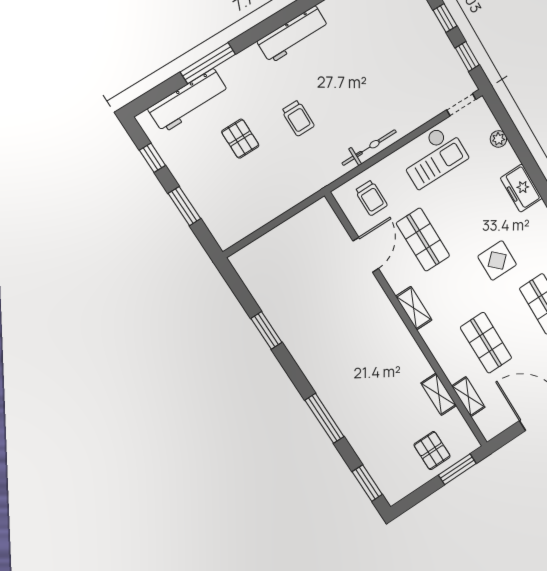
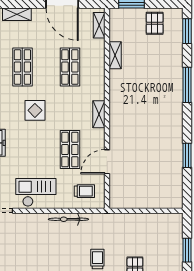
trolley: (371, 198) -> (84, 191), turned 90
shelving: (468, 397) -> (99, 25), moved
pallet: (432, 451) -> (155, 23), moved

